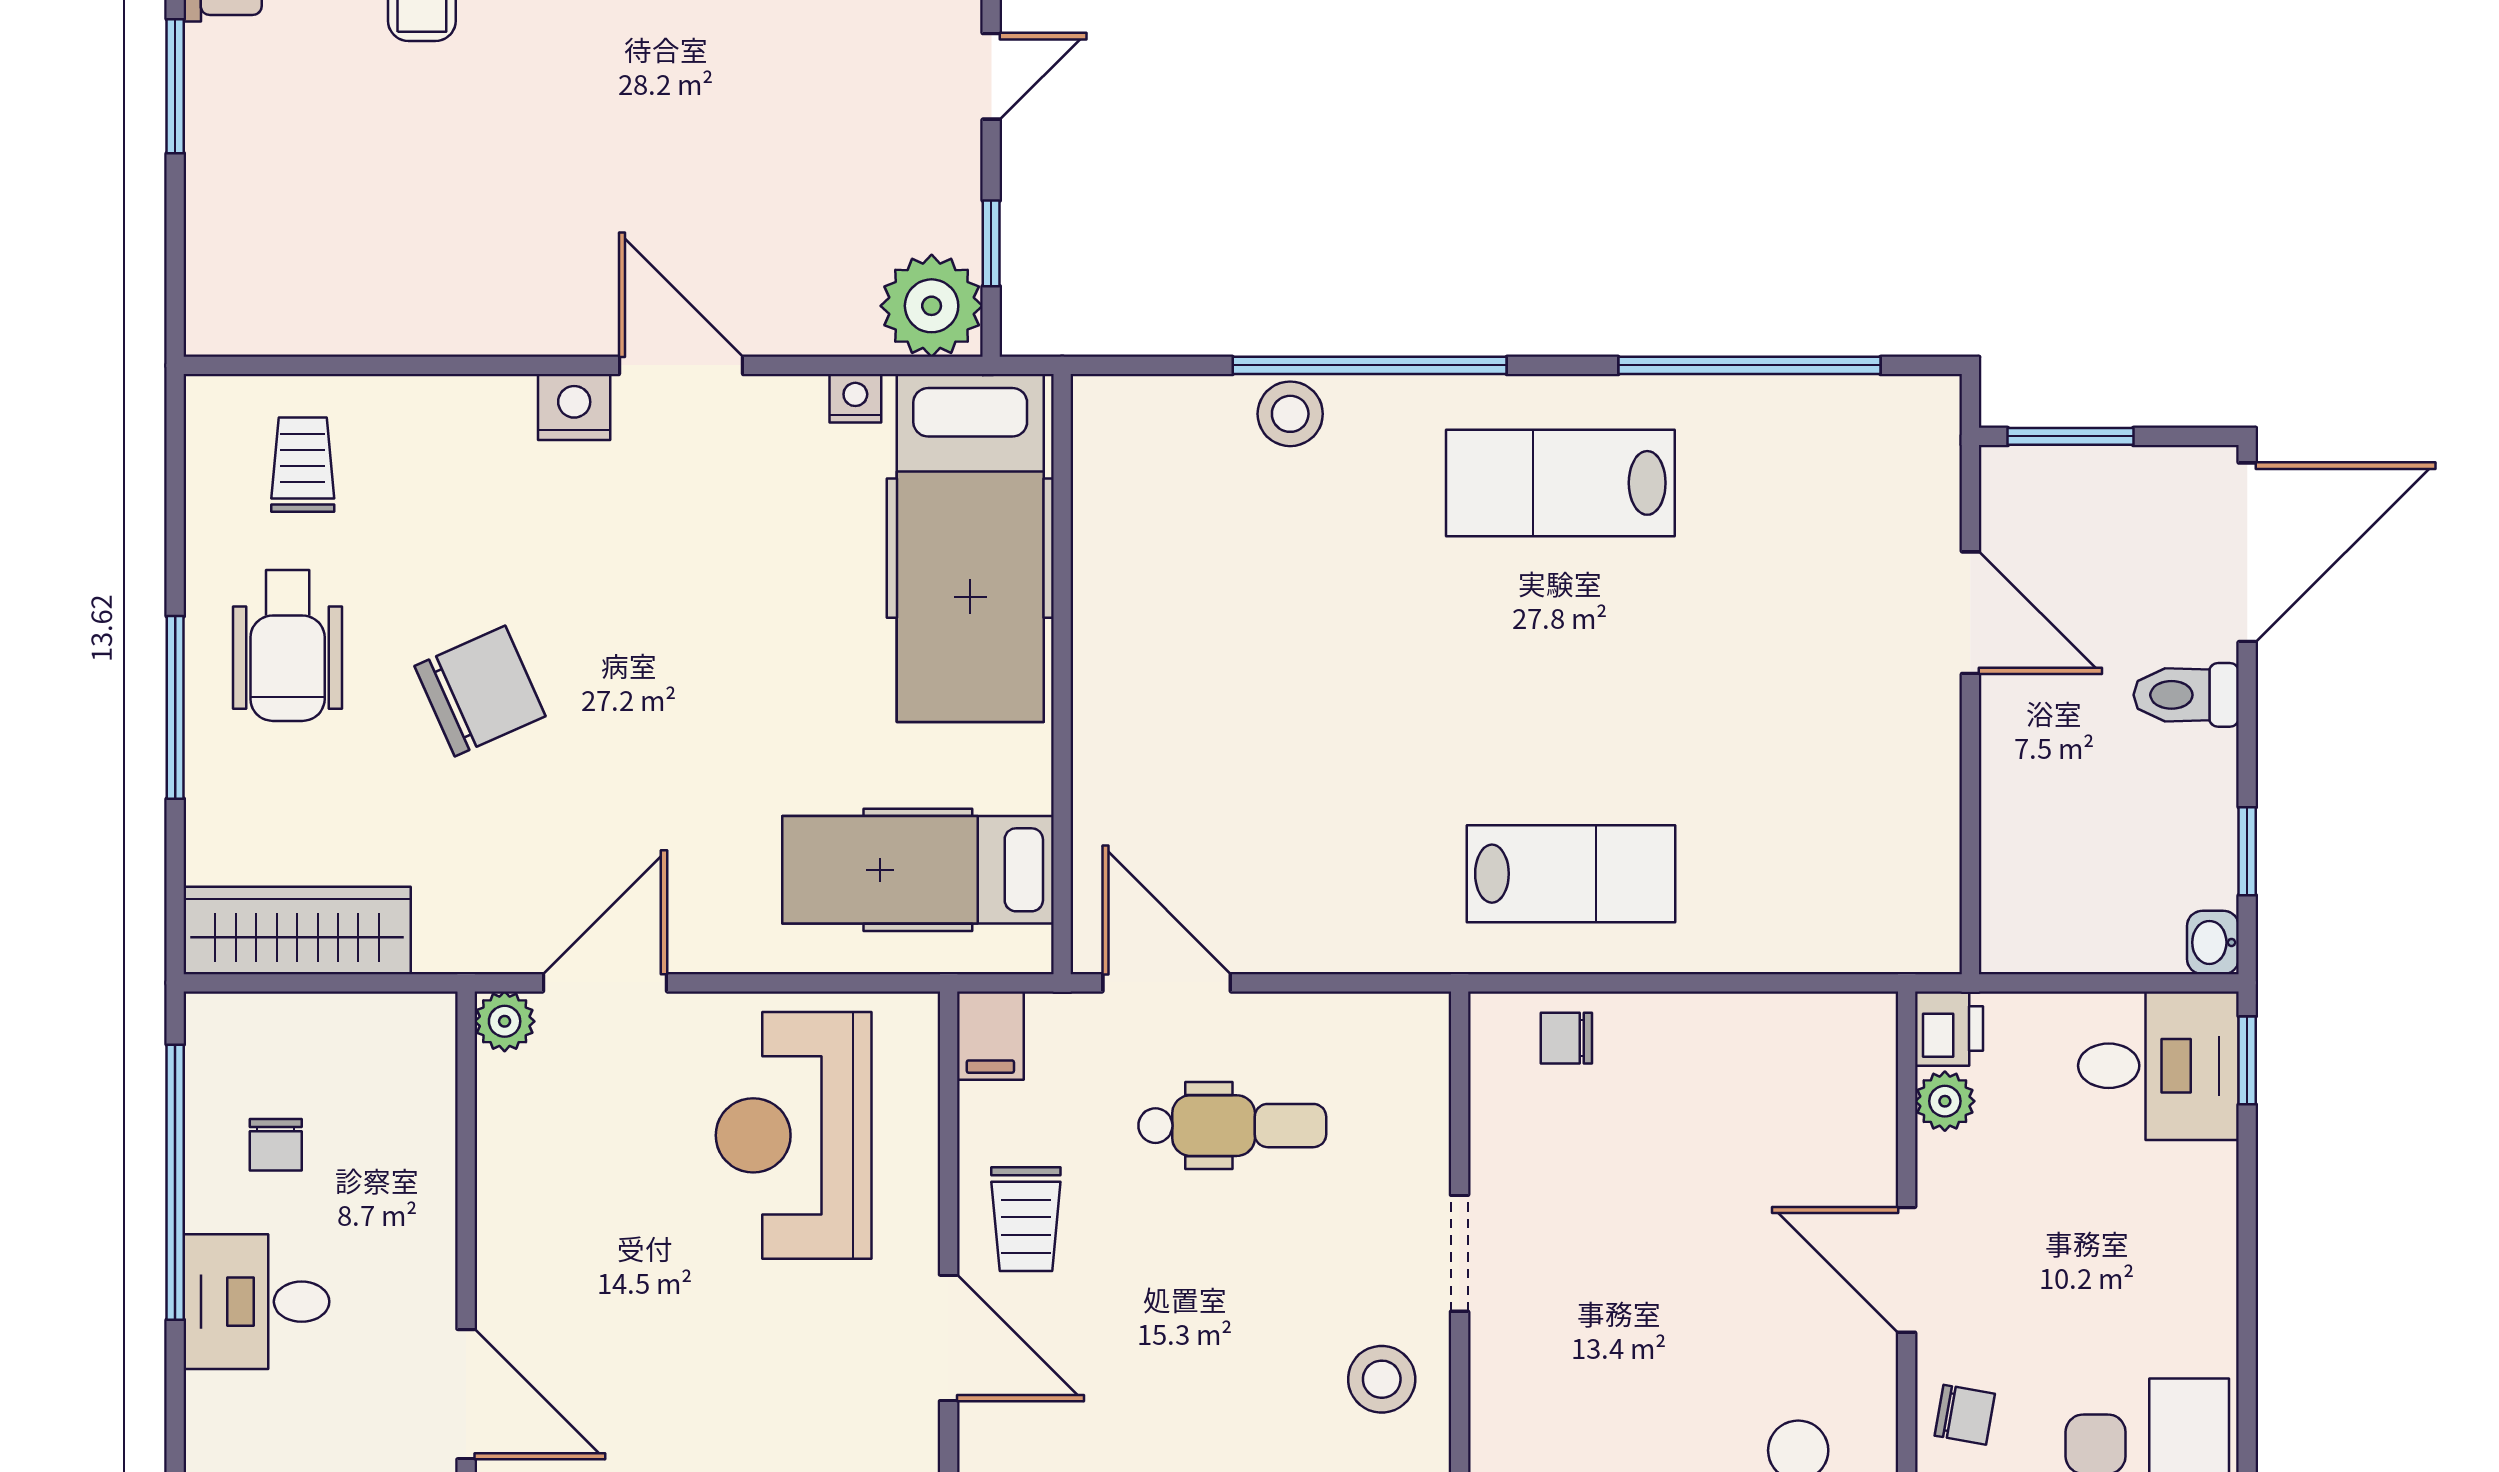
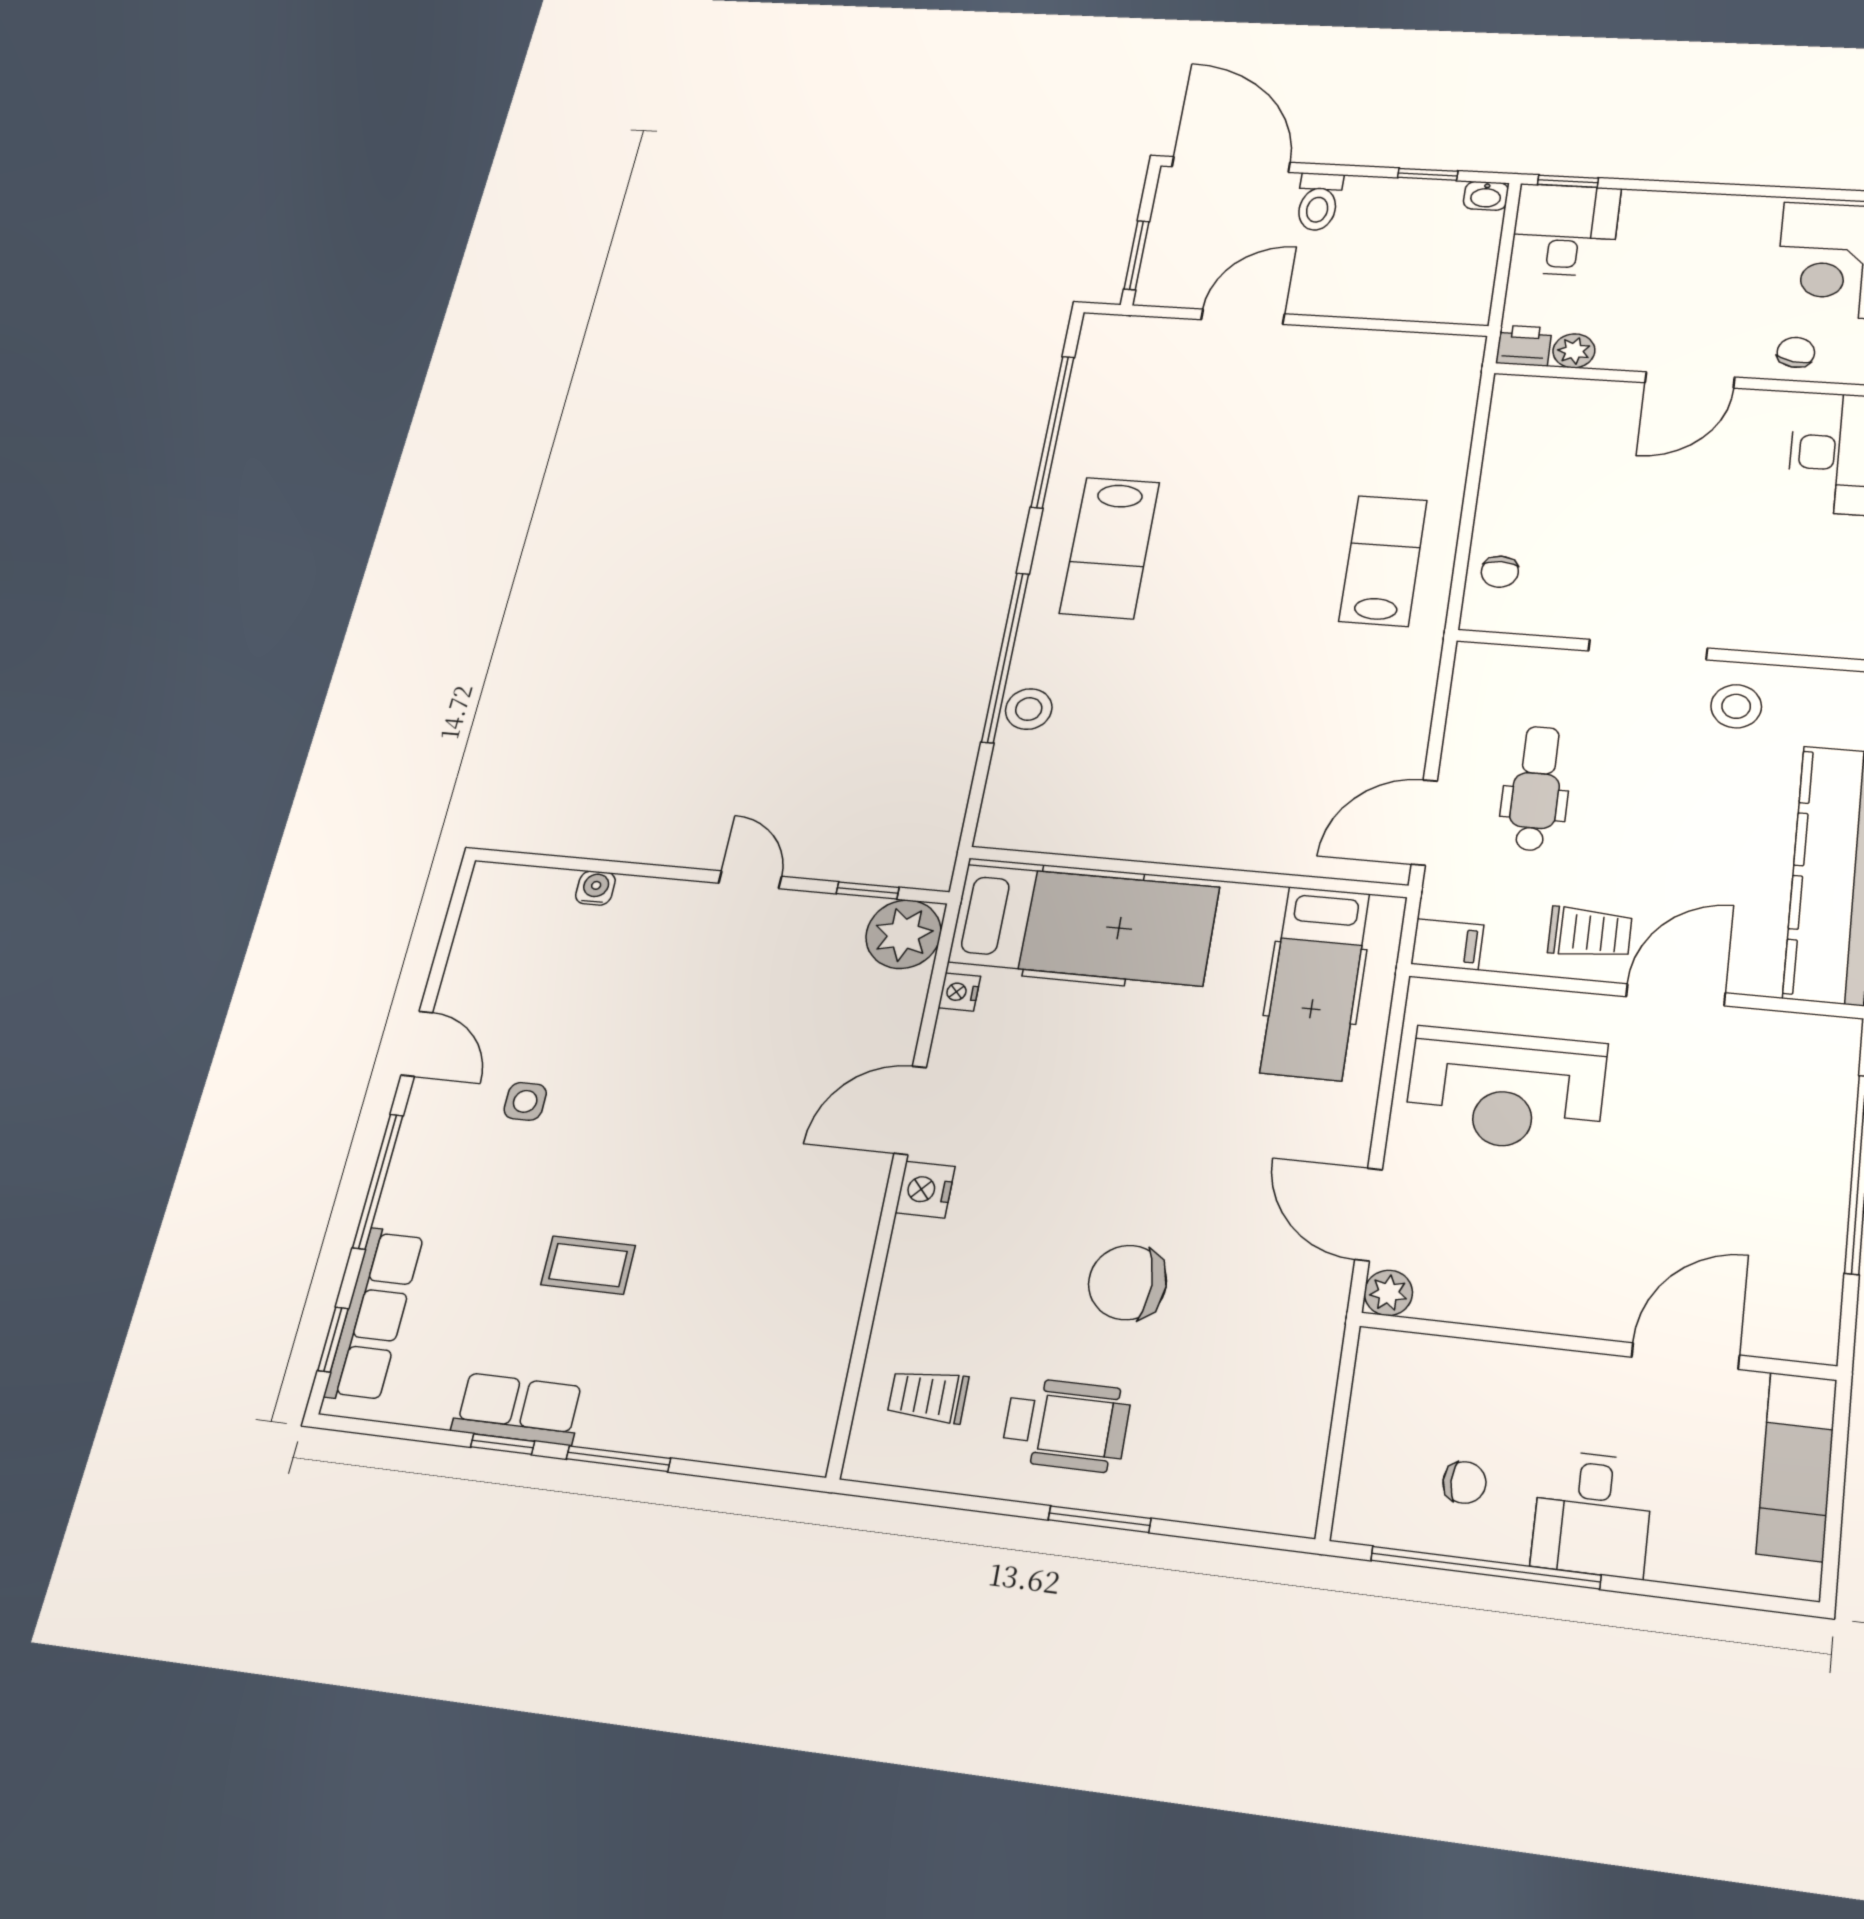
chair: (480, 691) -> (1127, 1282), turned -66
window: (175, 707) -> (1100, 1519), width x0.69
wardrobe: (297, 930) -> (1293, 1445), removed
doorway: (1460, 1253) -> (1648, 650), width x1.38

